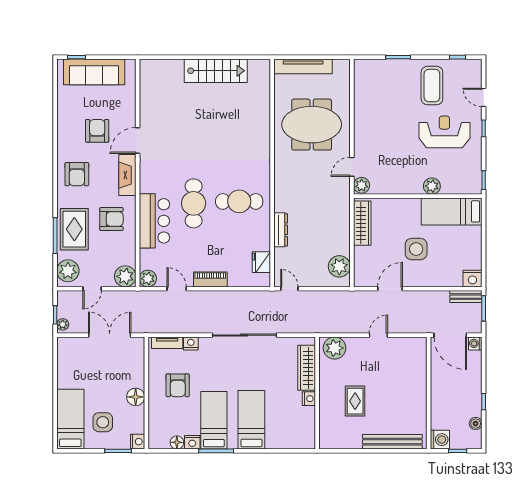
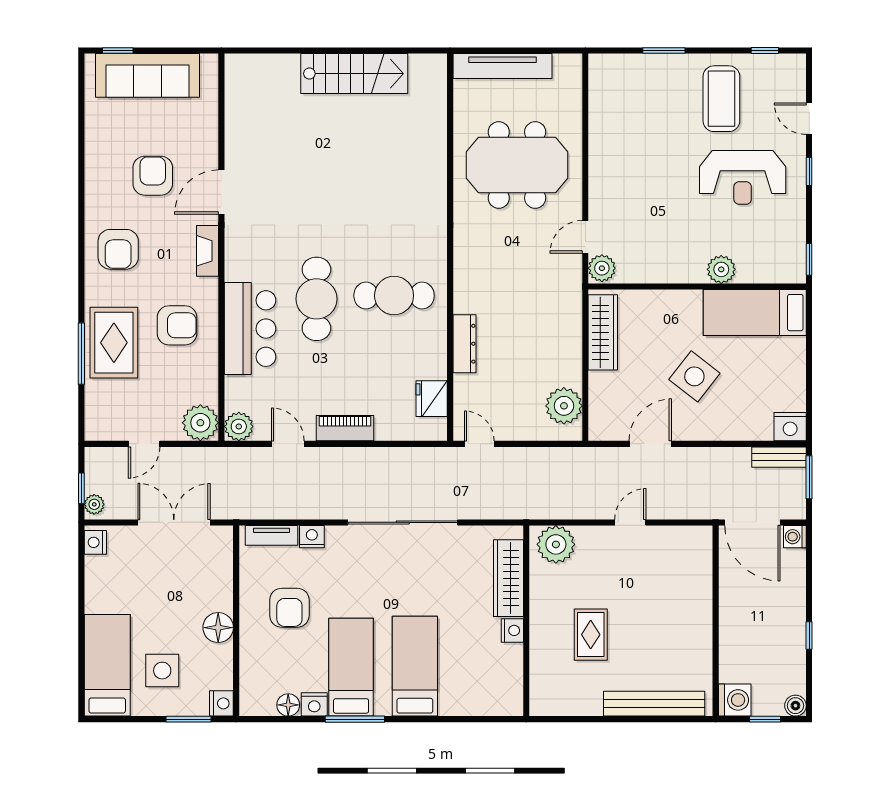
reception desk: (444, 132) -> (743, 177), turned 180
fireplace: (127, 175) -> (208, 251), width x0.73, depth x0.76
side table: (416, 249) -> (694, 376), turned 38
plant: (68, 271) -> (103, 413), removed
nightstand: (63, 347) -> (95, 542), added
boiler: (476, 424) -> (795, 706), moved

